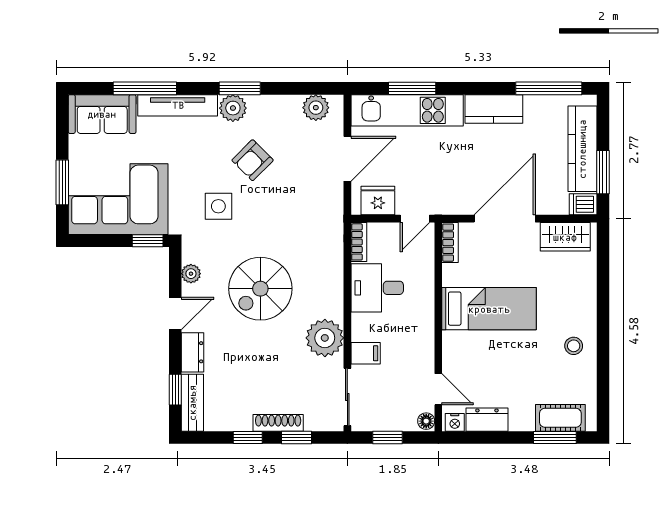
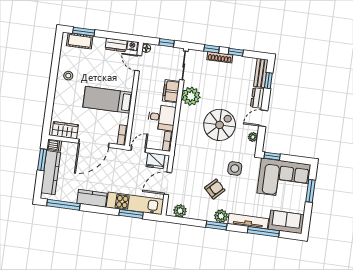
filing cabinet: (366, 353) -> (171, 91), width x2.00

